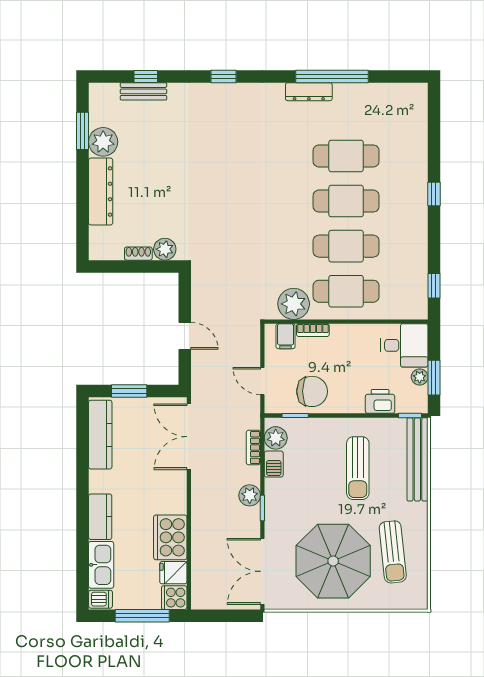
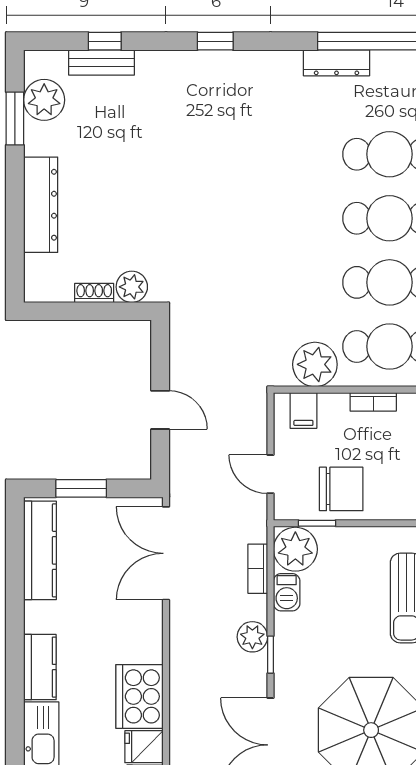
plant: (103, 142) -> (44, 100), moved
bookcase: (313, 330) -> (373, 402), moved
plant: (276, 438) -> (295, 549), width x1.36, depth x1.36

